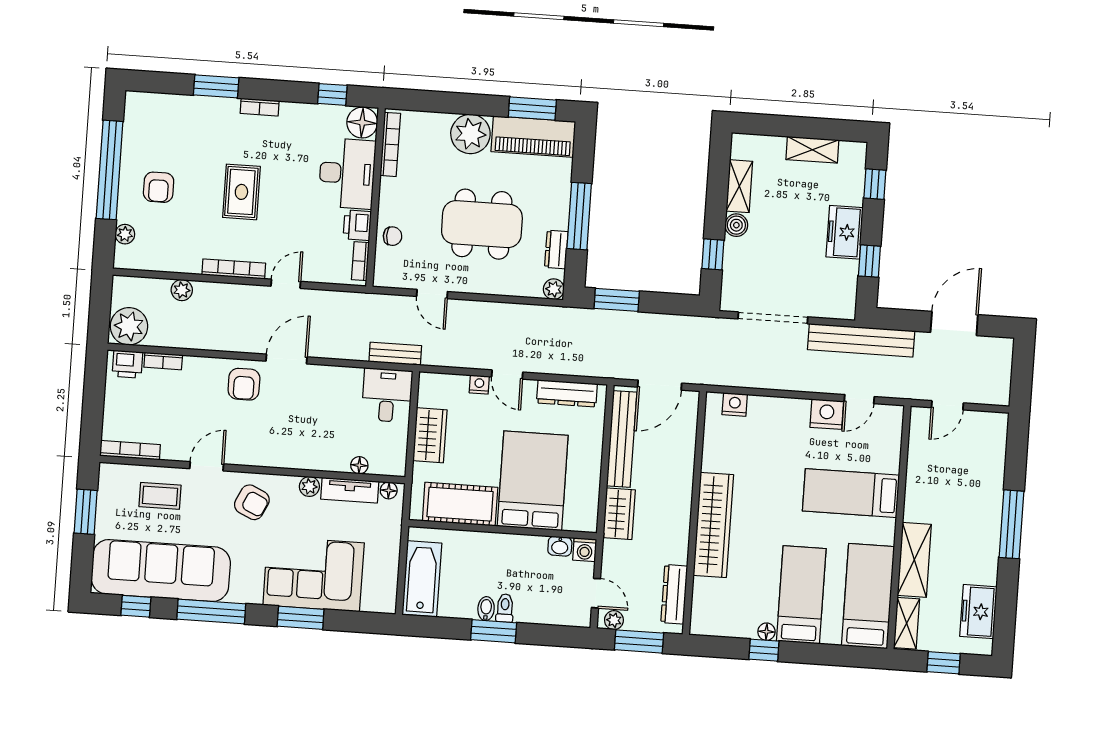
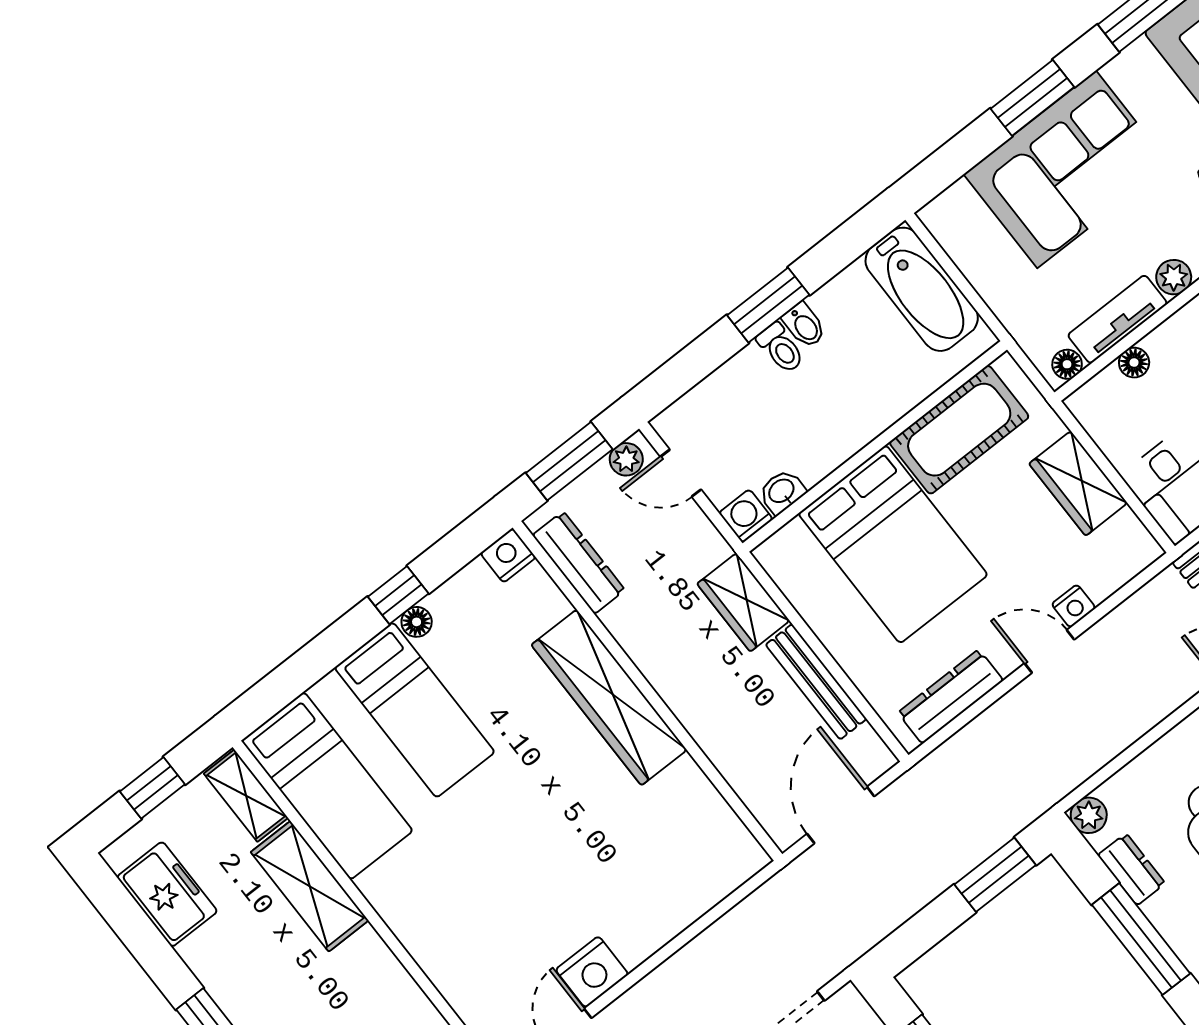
nightstand: (735, 404) -> (508, 555), moved, turned 180
bench: (622, 439) -> (816, 682), width x0.73, depth x0.82
bed: (851, 493) -> (469, 899), removed

